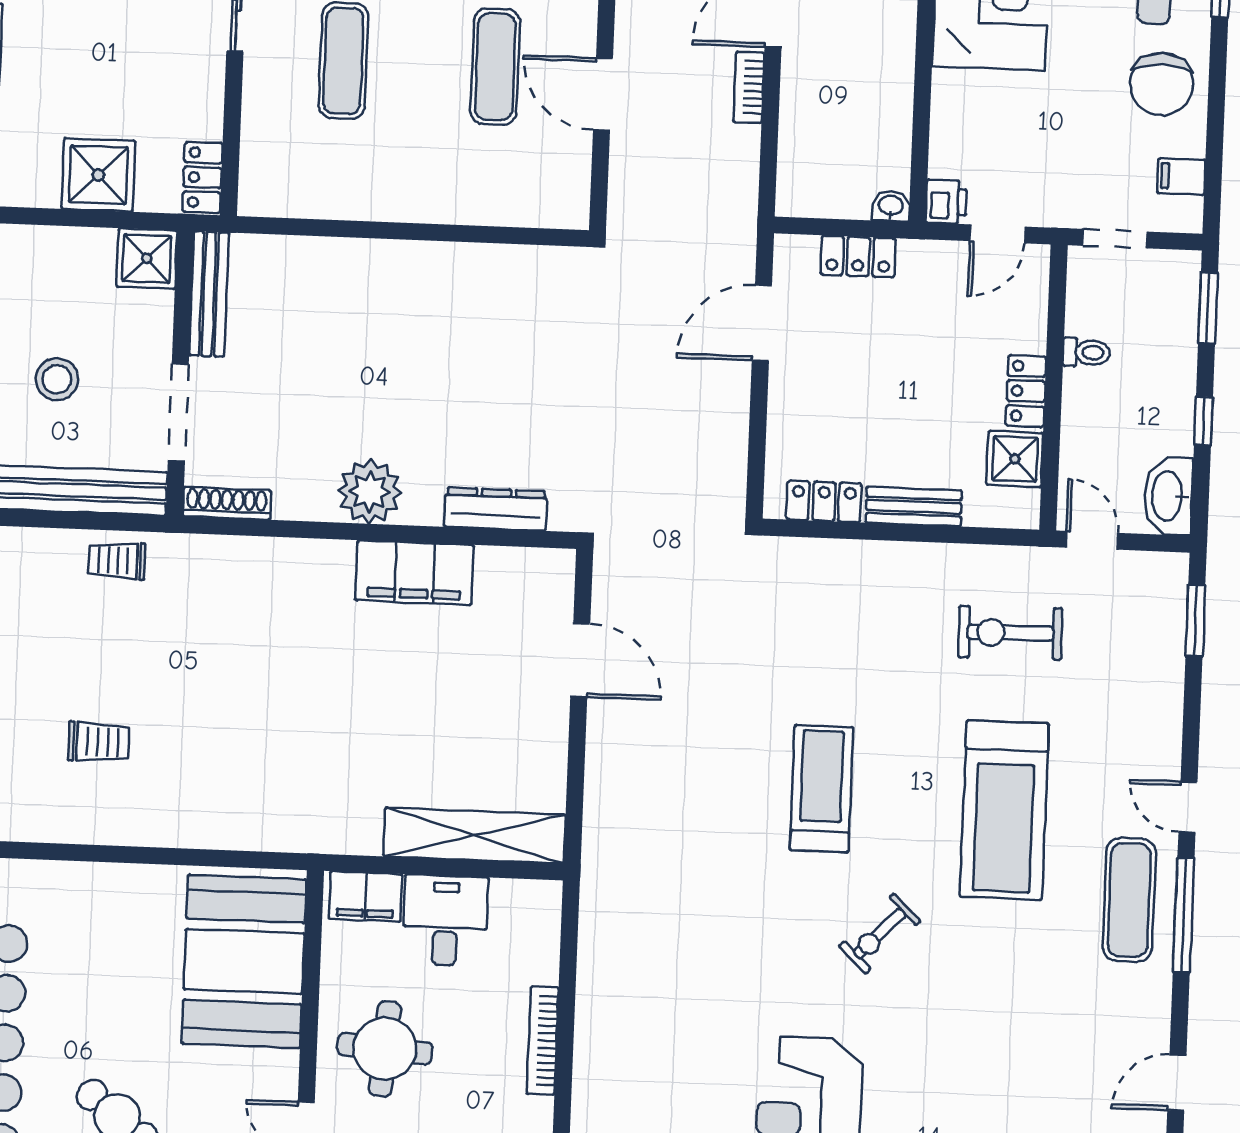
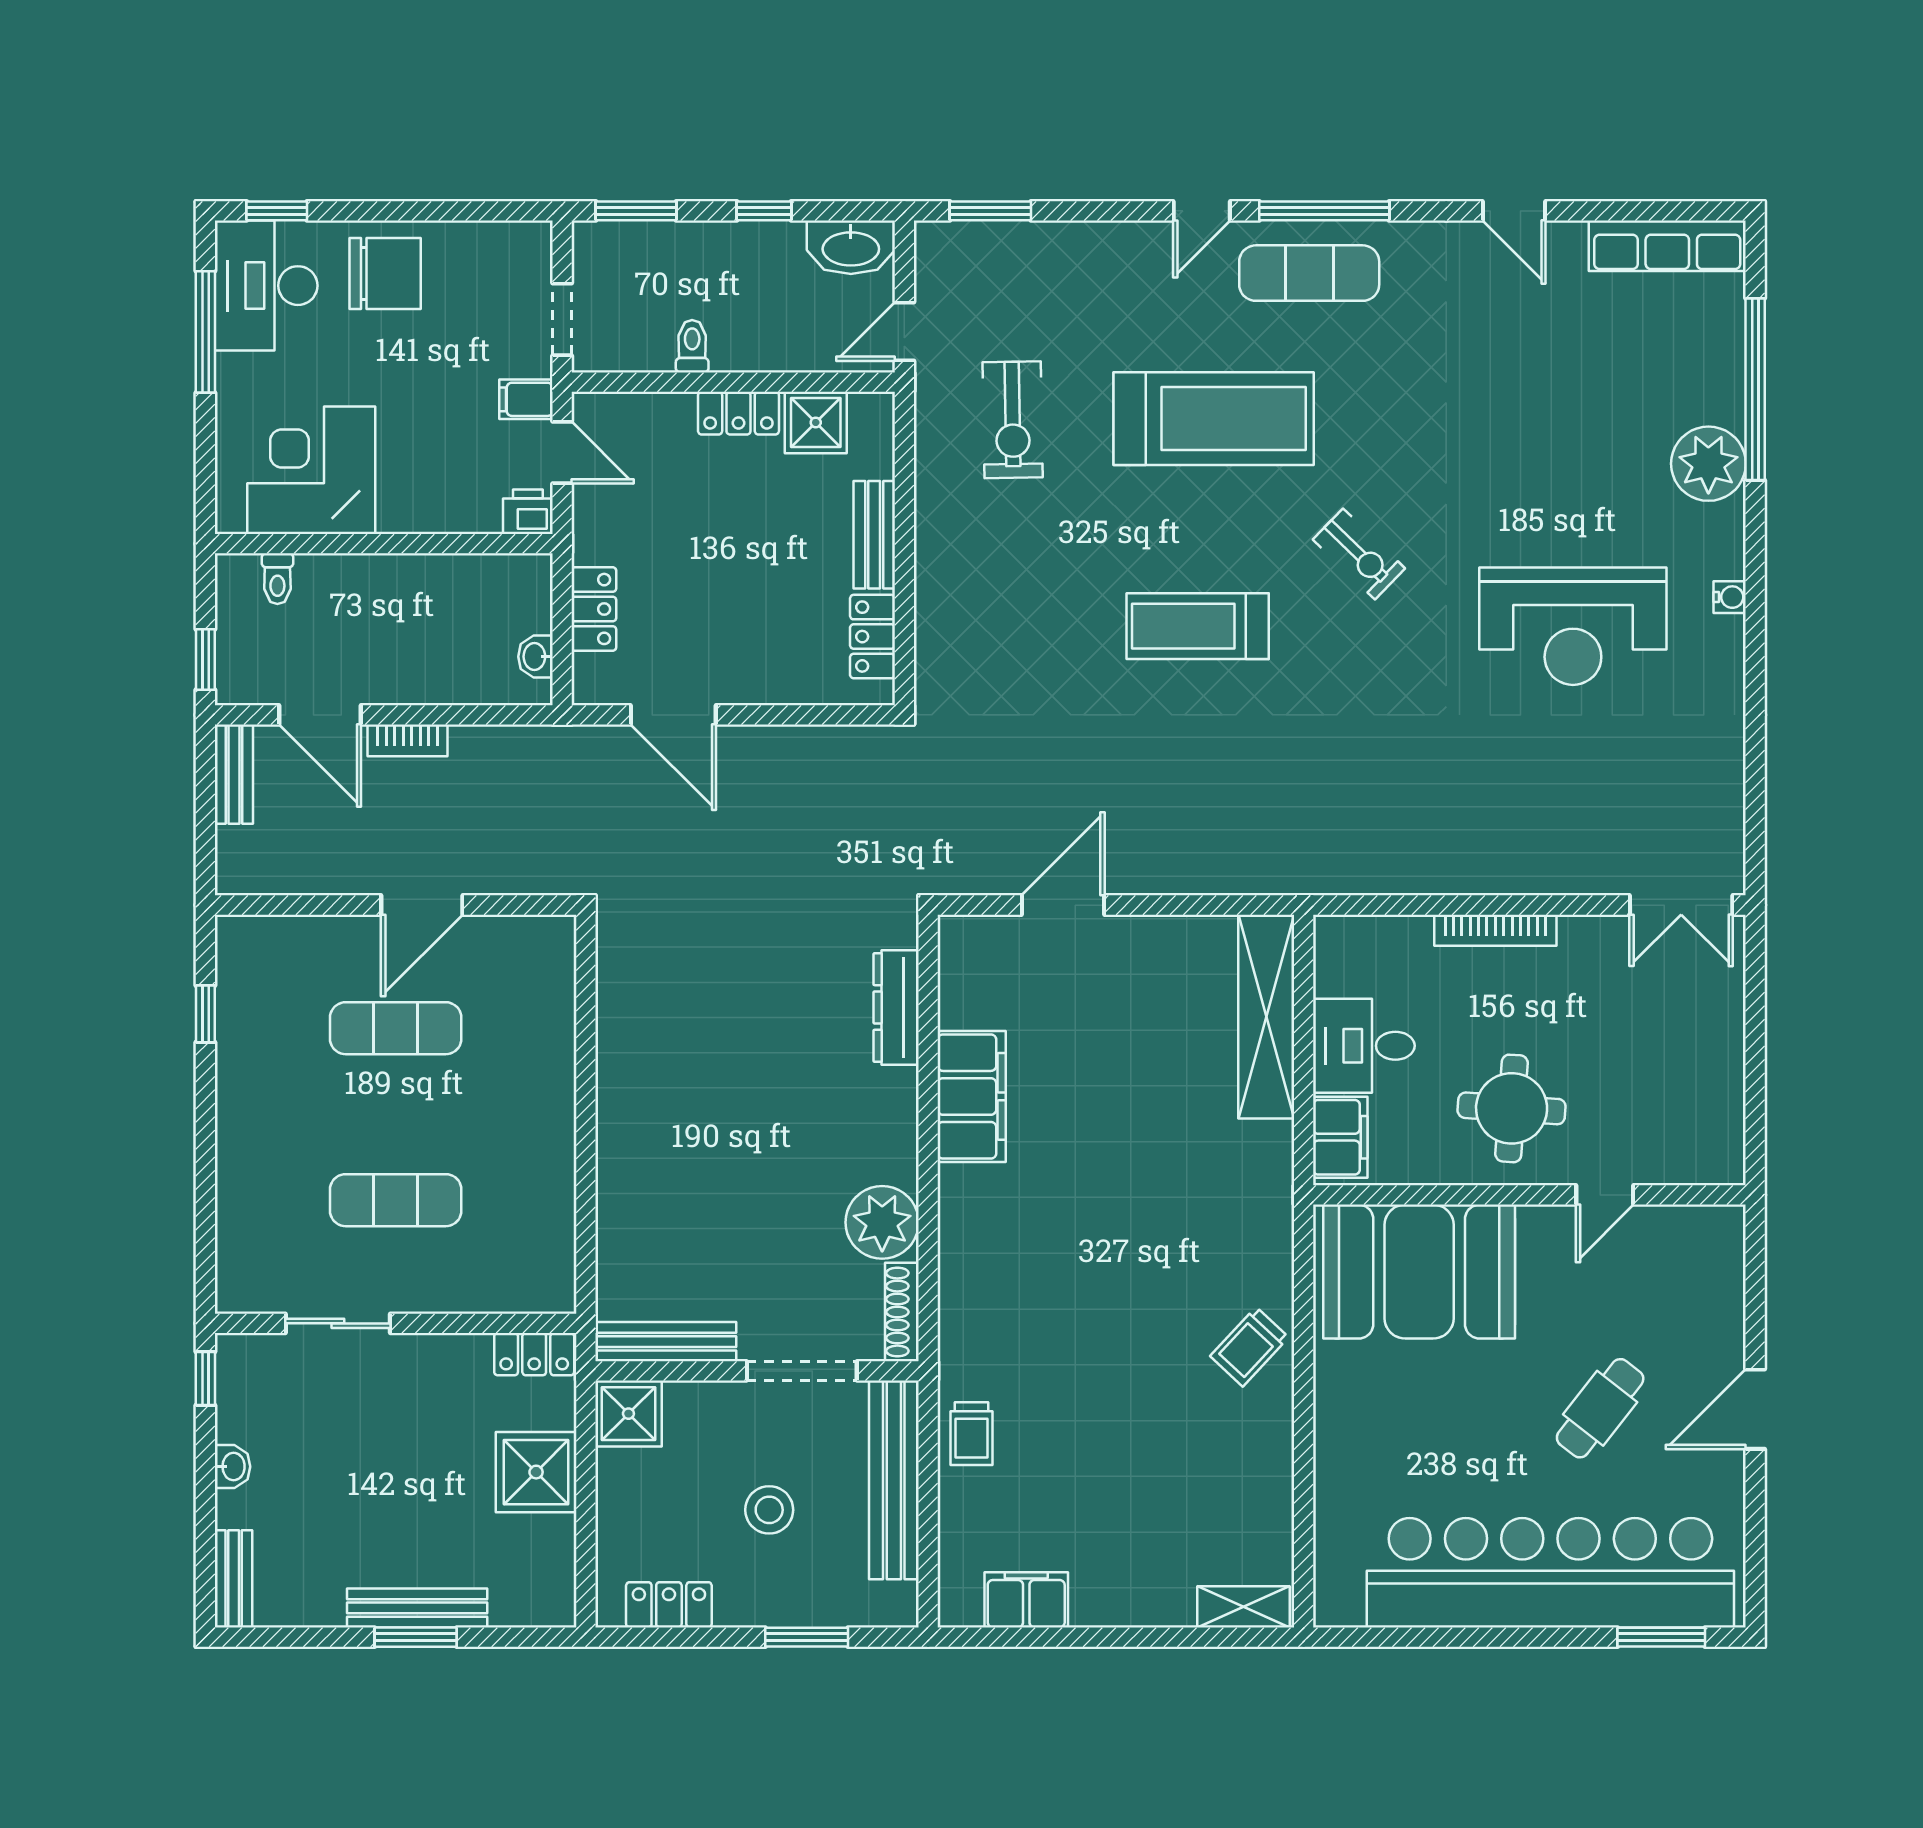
filing cabinet: (1181, 176) -> (526, 399), moved, turned 90
washbasin: (891, 206) -> (535, 657), moved
plant: (370, 492) -> (882, 1222), moved
trolley: (99, 742) -> (1249, 1347), moved, turned -137

